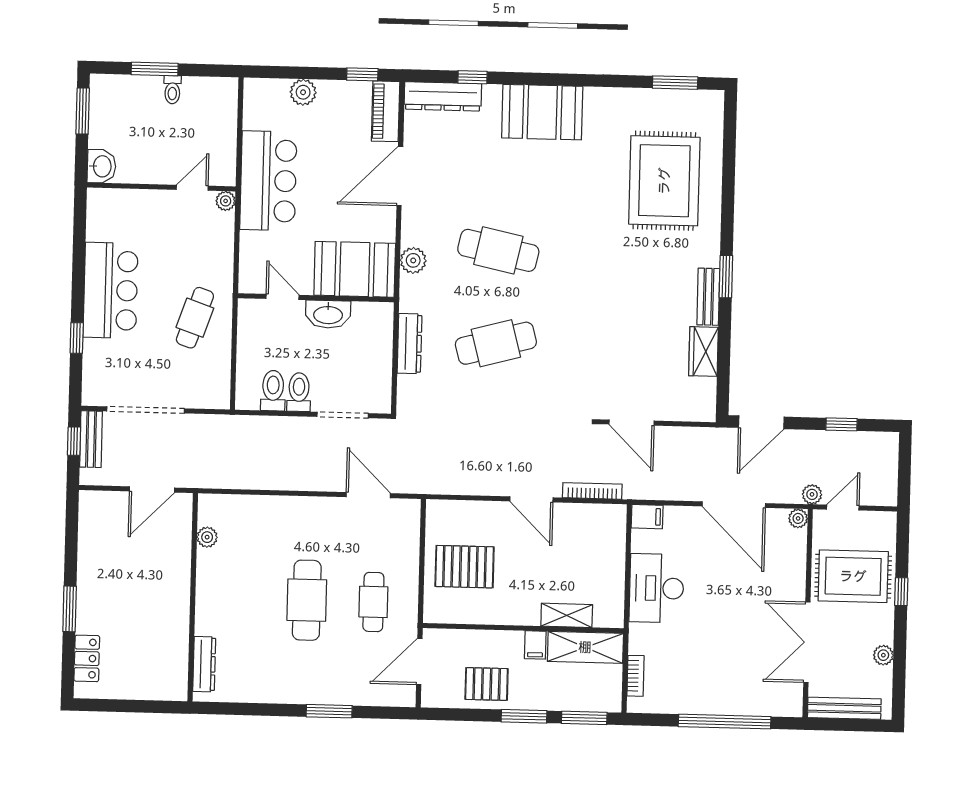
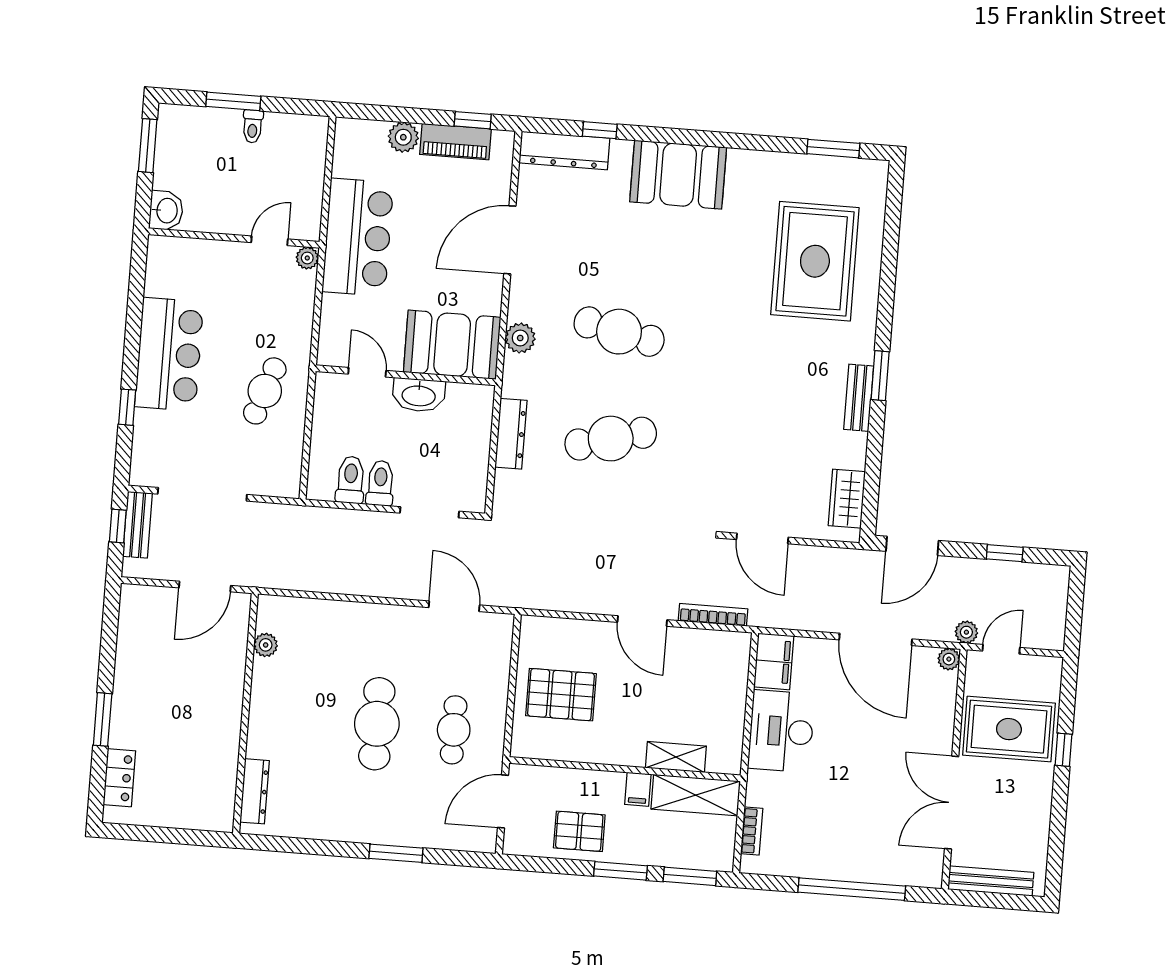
piano: (386, 111) -> (455, 142), moved, turned -90
wardrobe: (703, 352) -> (847, 499), moved
filing cabinet: (647, 517) -> (774, 661), width x2.00
plant: (883, 655) -> (1039, 822), removed

